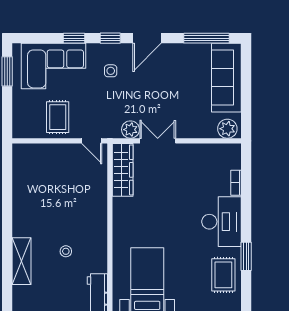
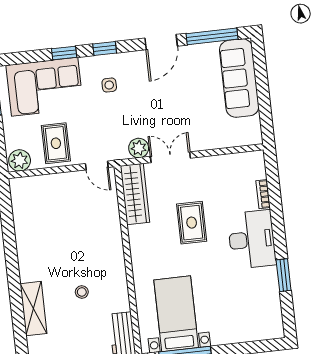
door: (147, 38) -> (161, 42), moved
plant: (227, 129) -> (20, 160), moved
rug: (223, 275) -> (192, 223), moved

